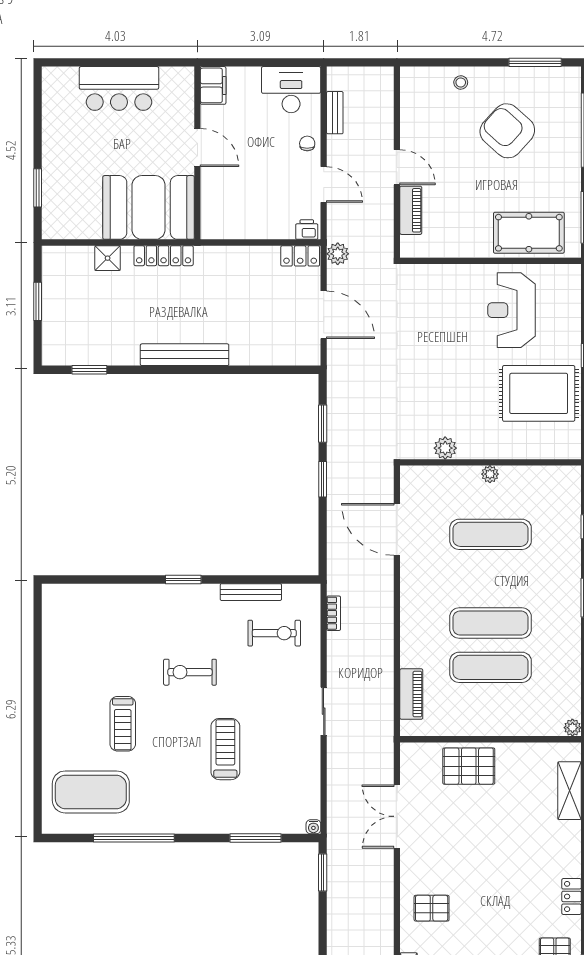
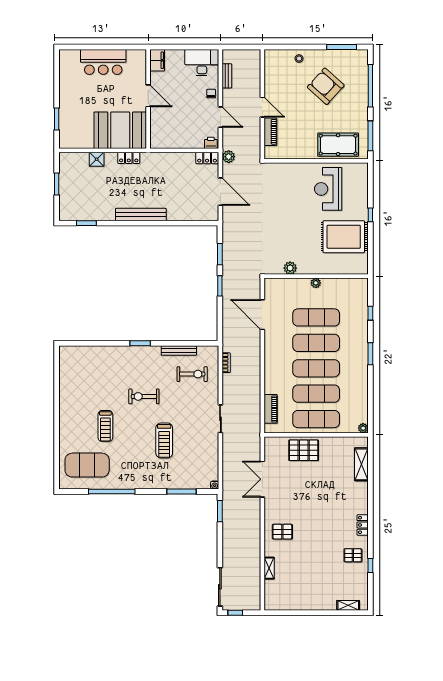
locker: (164, 256) -> (129, 158), width x0.66
exercise mat: (491, 579) -> (316, 343), added
exercise mat: (491, 712) -> (316, 419), added
treadmill: (225, 749) -> (164, 440), turned 180

